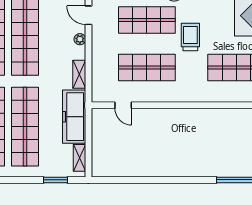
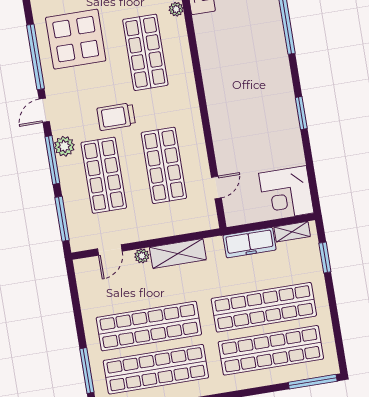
shelving: (79, 74) -> (178, 254), width x1.50, depth x1.33
freezer: (74, 117) -> (250, 243), width x0.73, depth x0.79
corner desk: (110, 158) -> (286, 193), added
window: (170, 180) -> (301, 113), added

